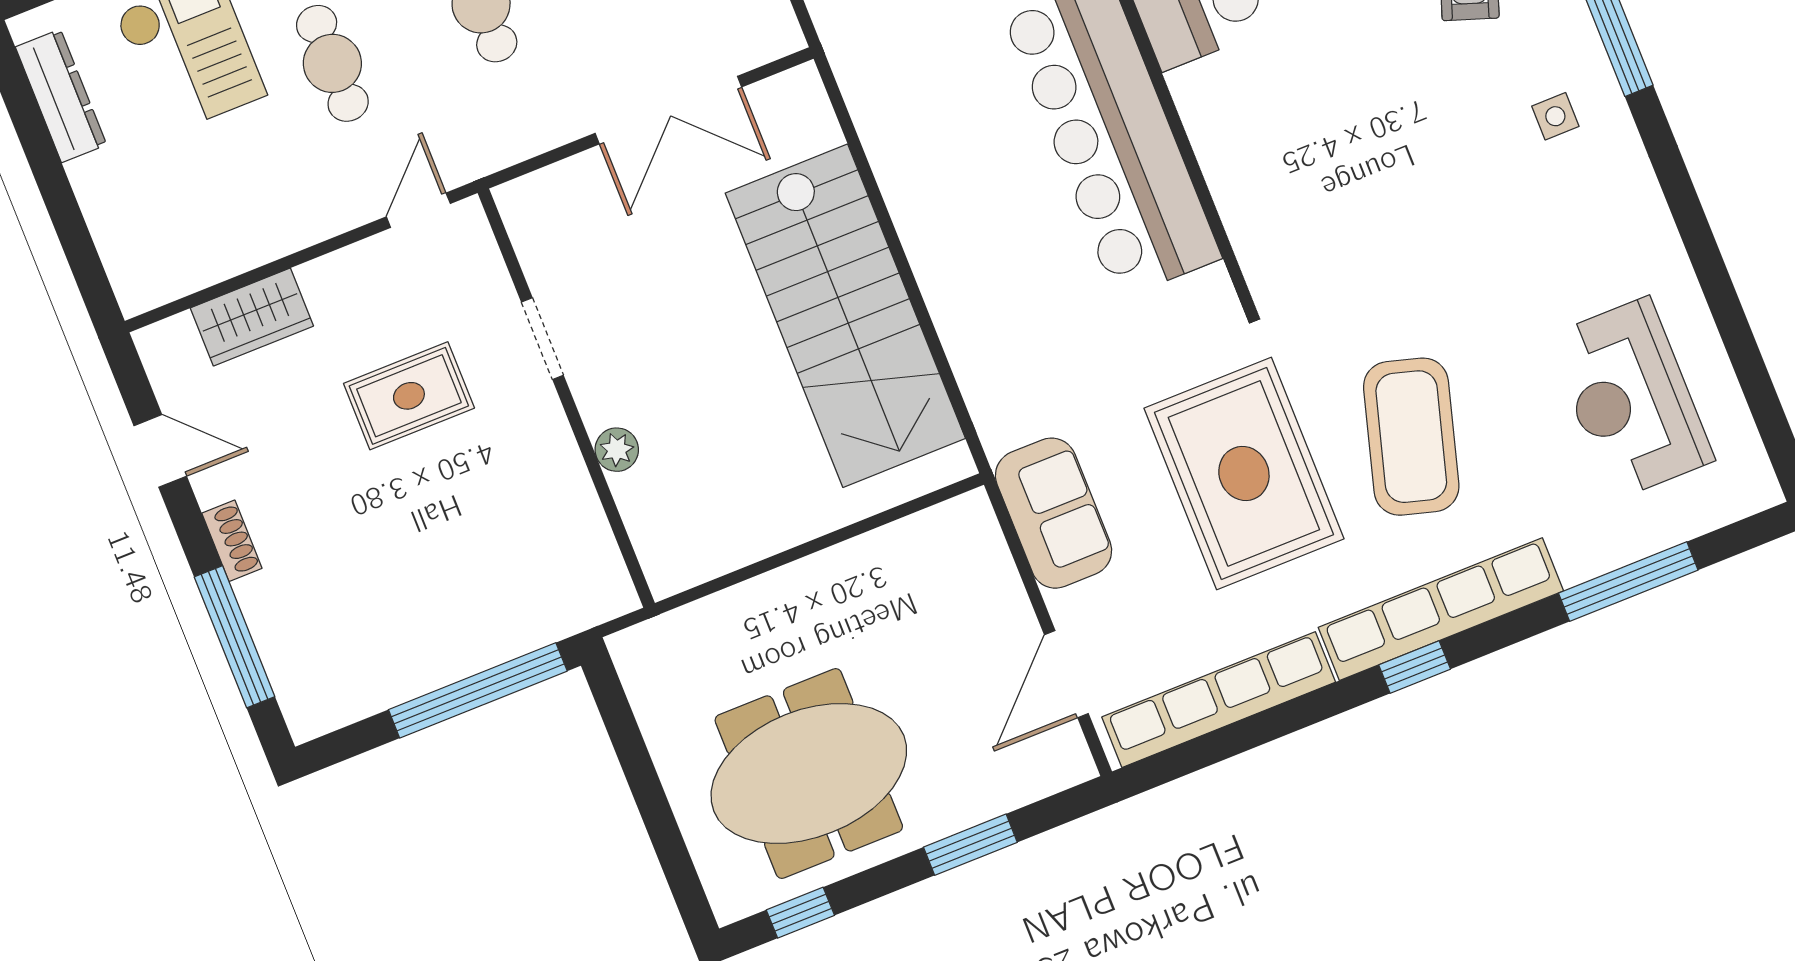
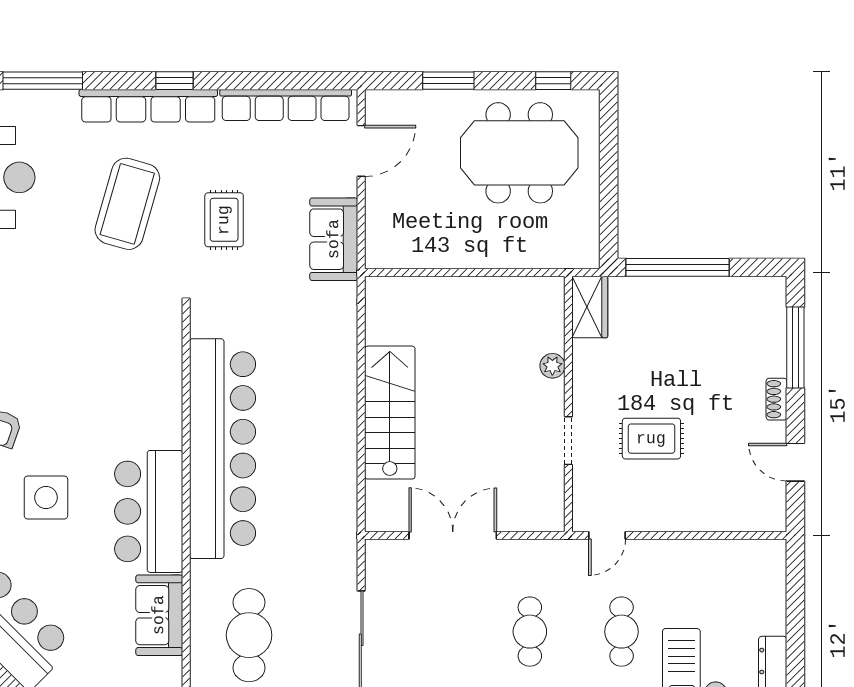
stairs: (845, 316) -> (390, 413), width x0.73, depth x0.66
wardrobe: (252, 317) -> (590, 307), moved, turned 90
rug: (1244, 473) -> (224, 220), width x0.54, depth x0.49

